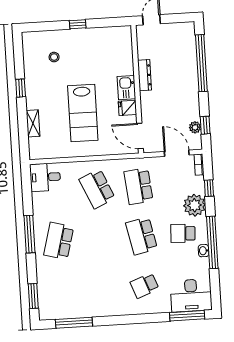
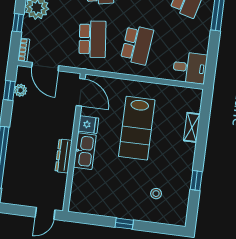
window: (21, 88) -> (196, 180), moved
kitchen sink: (126, 88) -> (85, 151), width x1.38
lab bench: (83, 113) -> (137, 128), turned 180
school desk: (97, 189) -> (137, 45), turned 30

